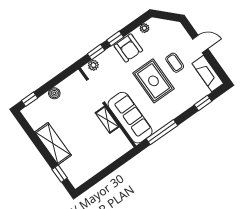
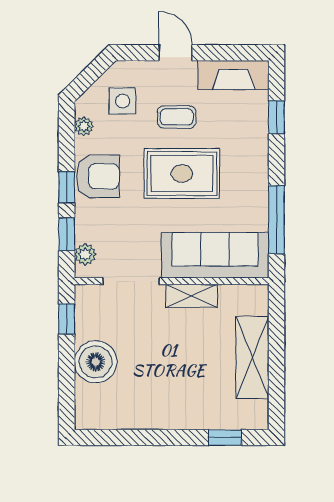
side table: (166, 36) -> (122, 101), added
door: (200, 44) -> (175, 53), hinge flipped
boiler: (54, 93) -> (96, 362), width x1.86, depth x1.86
window: (30, 99) -> (67, 319), moved
shelving: (53, 144) -> (252, 358), moved, turned 90

